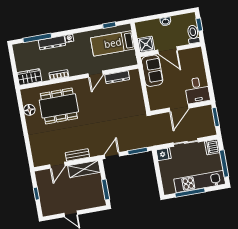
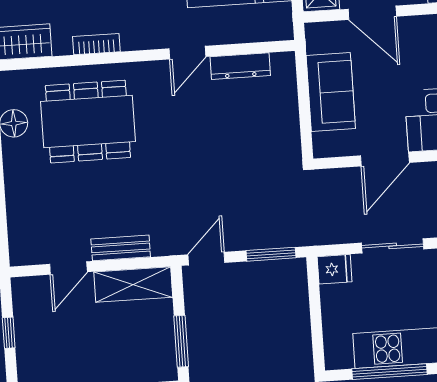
sofa: (152, 71) -> (331, 92), moved

